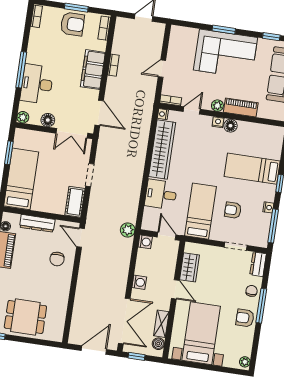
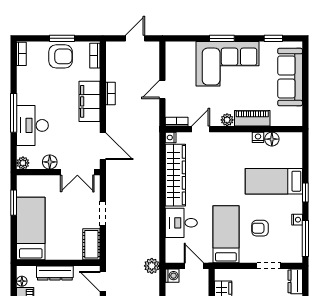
nightstand: (218, 122) -> (258, 137), moved
floor lamp: (230, 126) -> (272, 139), moved

